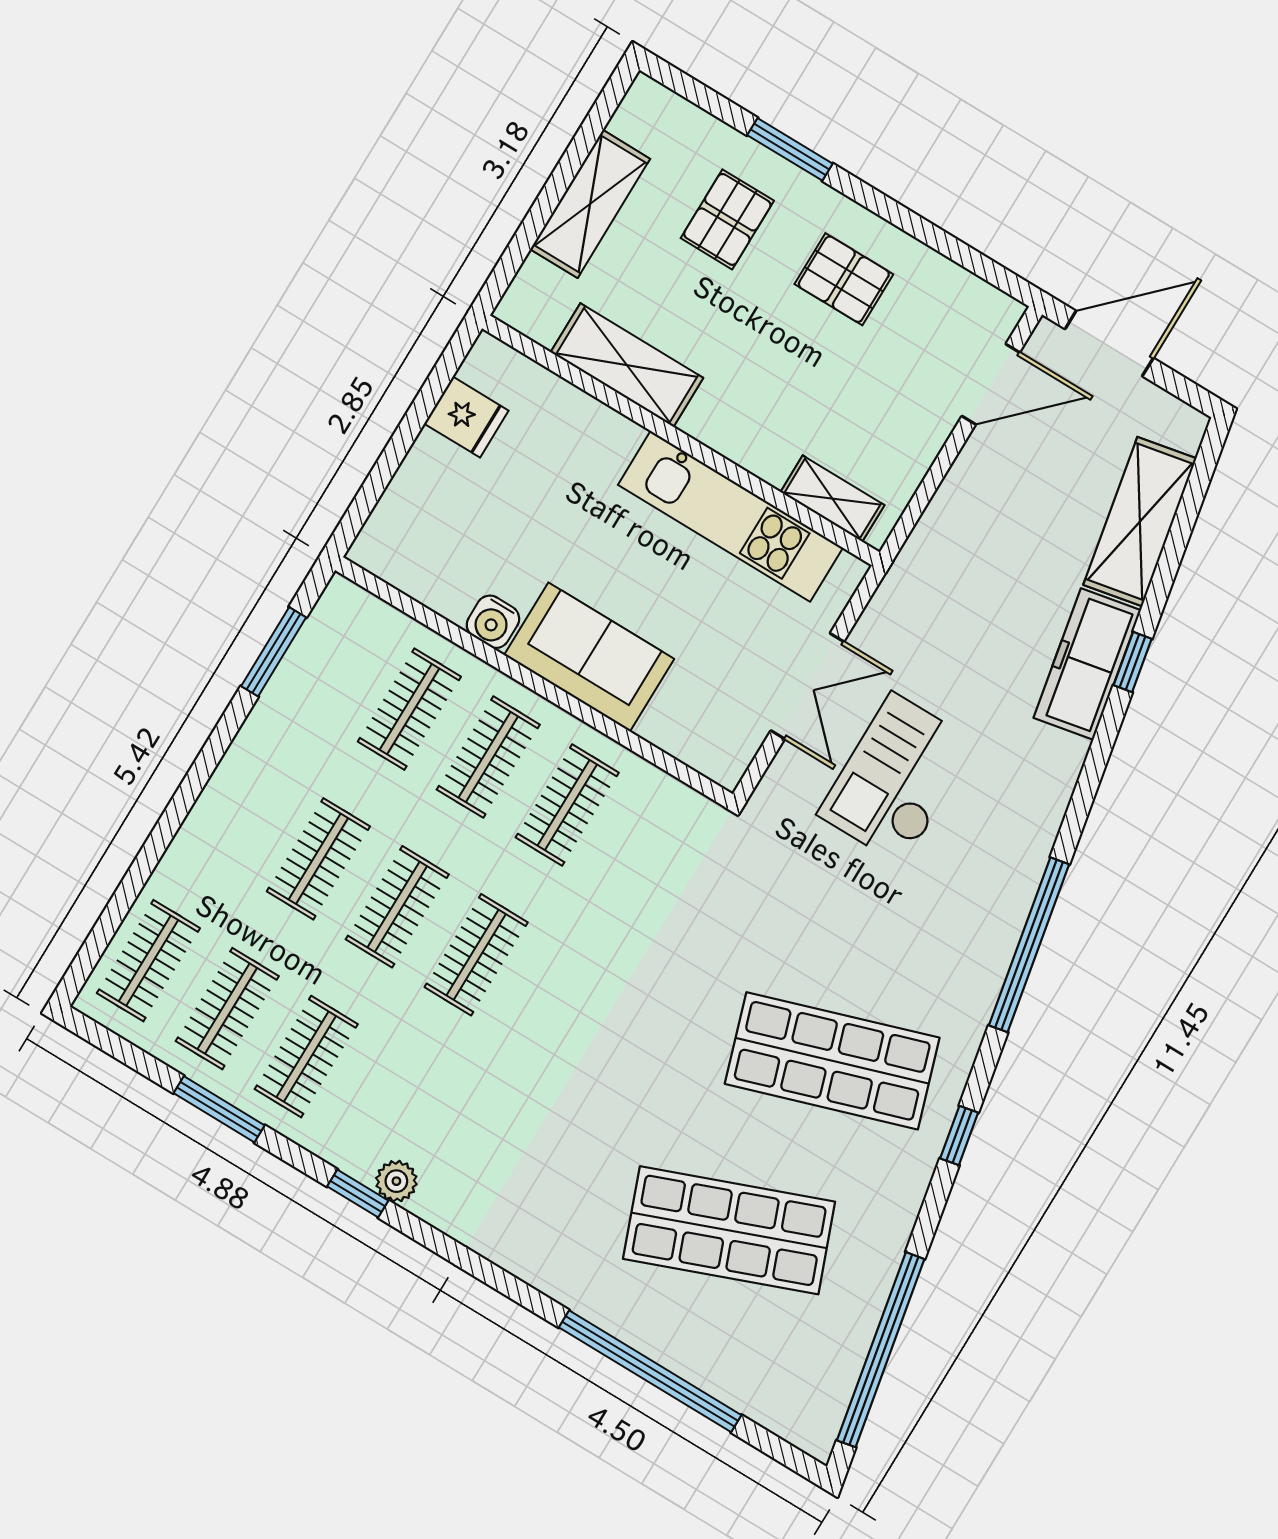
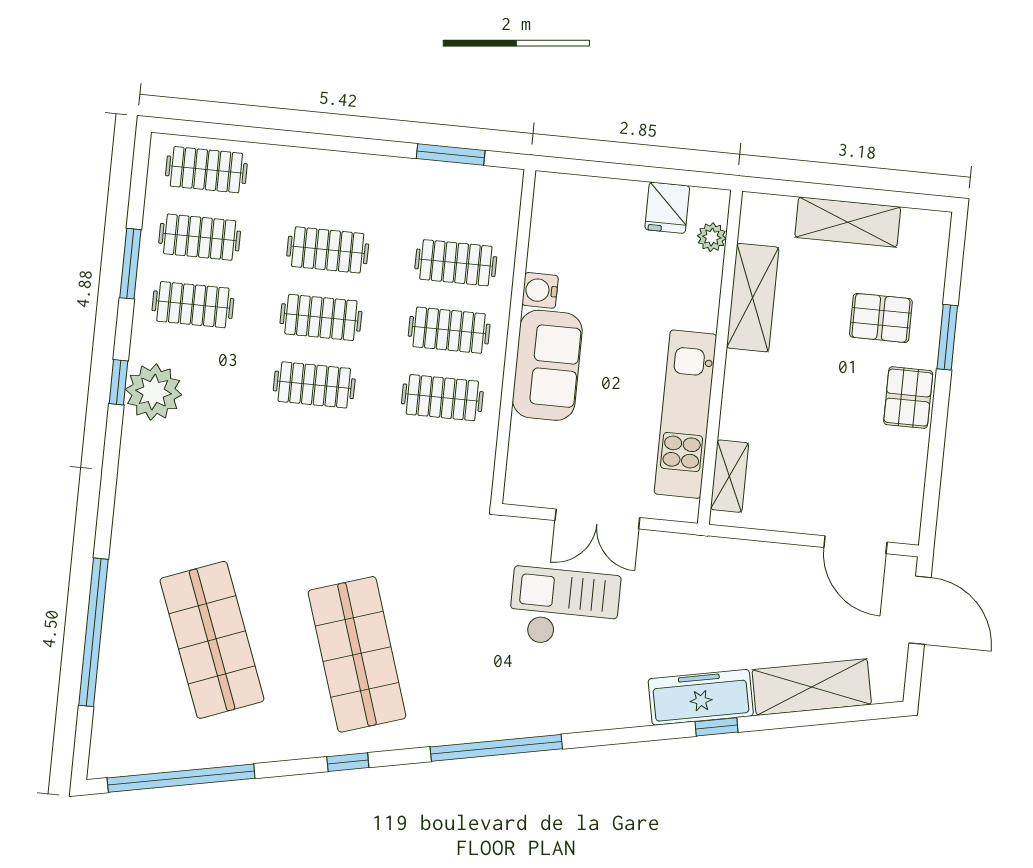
pallet: (844, 279) -> (908, 398), moved
plant: (528, 380) -> (712, 237), added
plant: (396, 1181) -> (154, 392), width x1.87, depth x1.87

